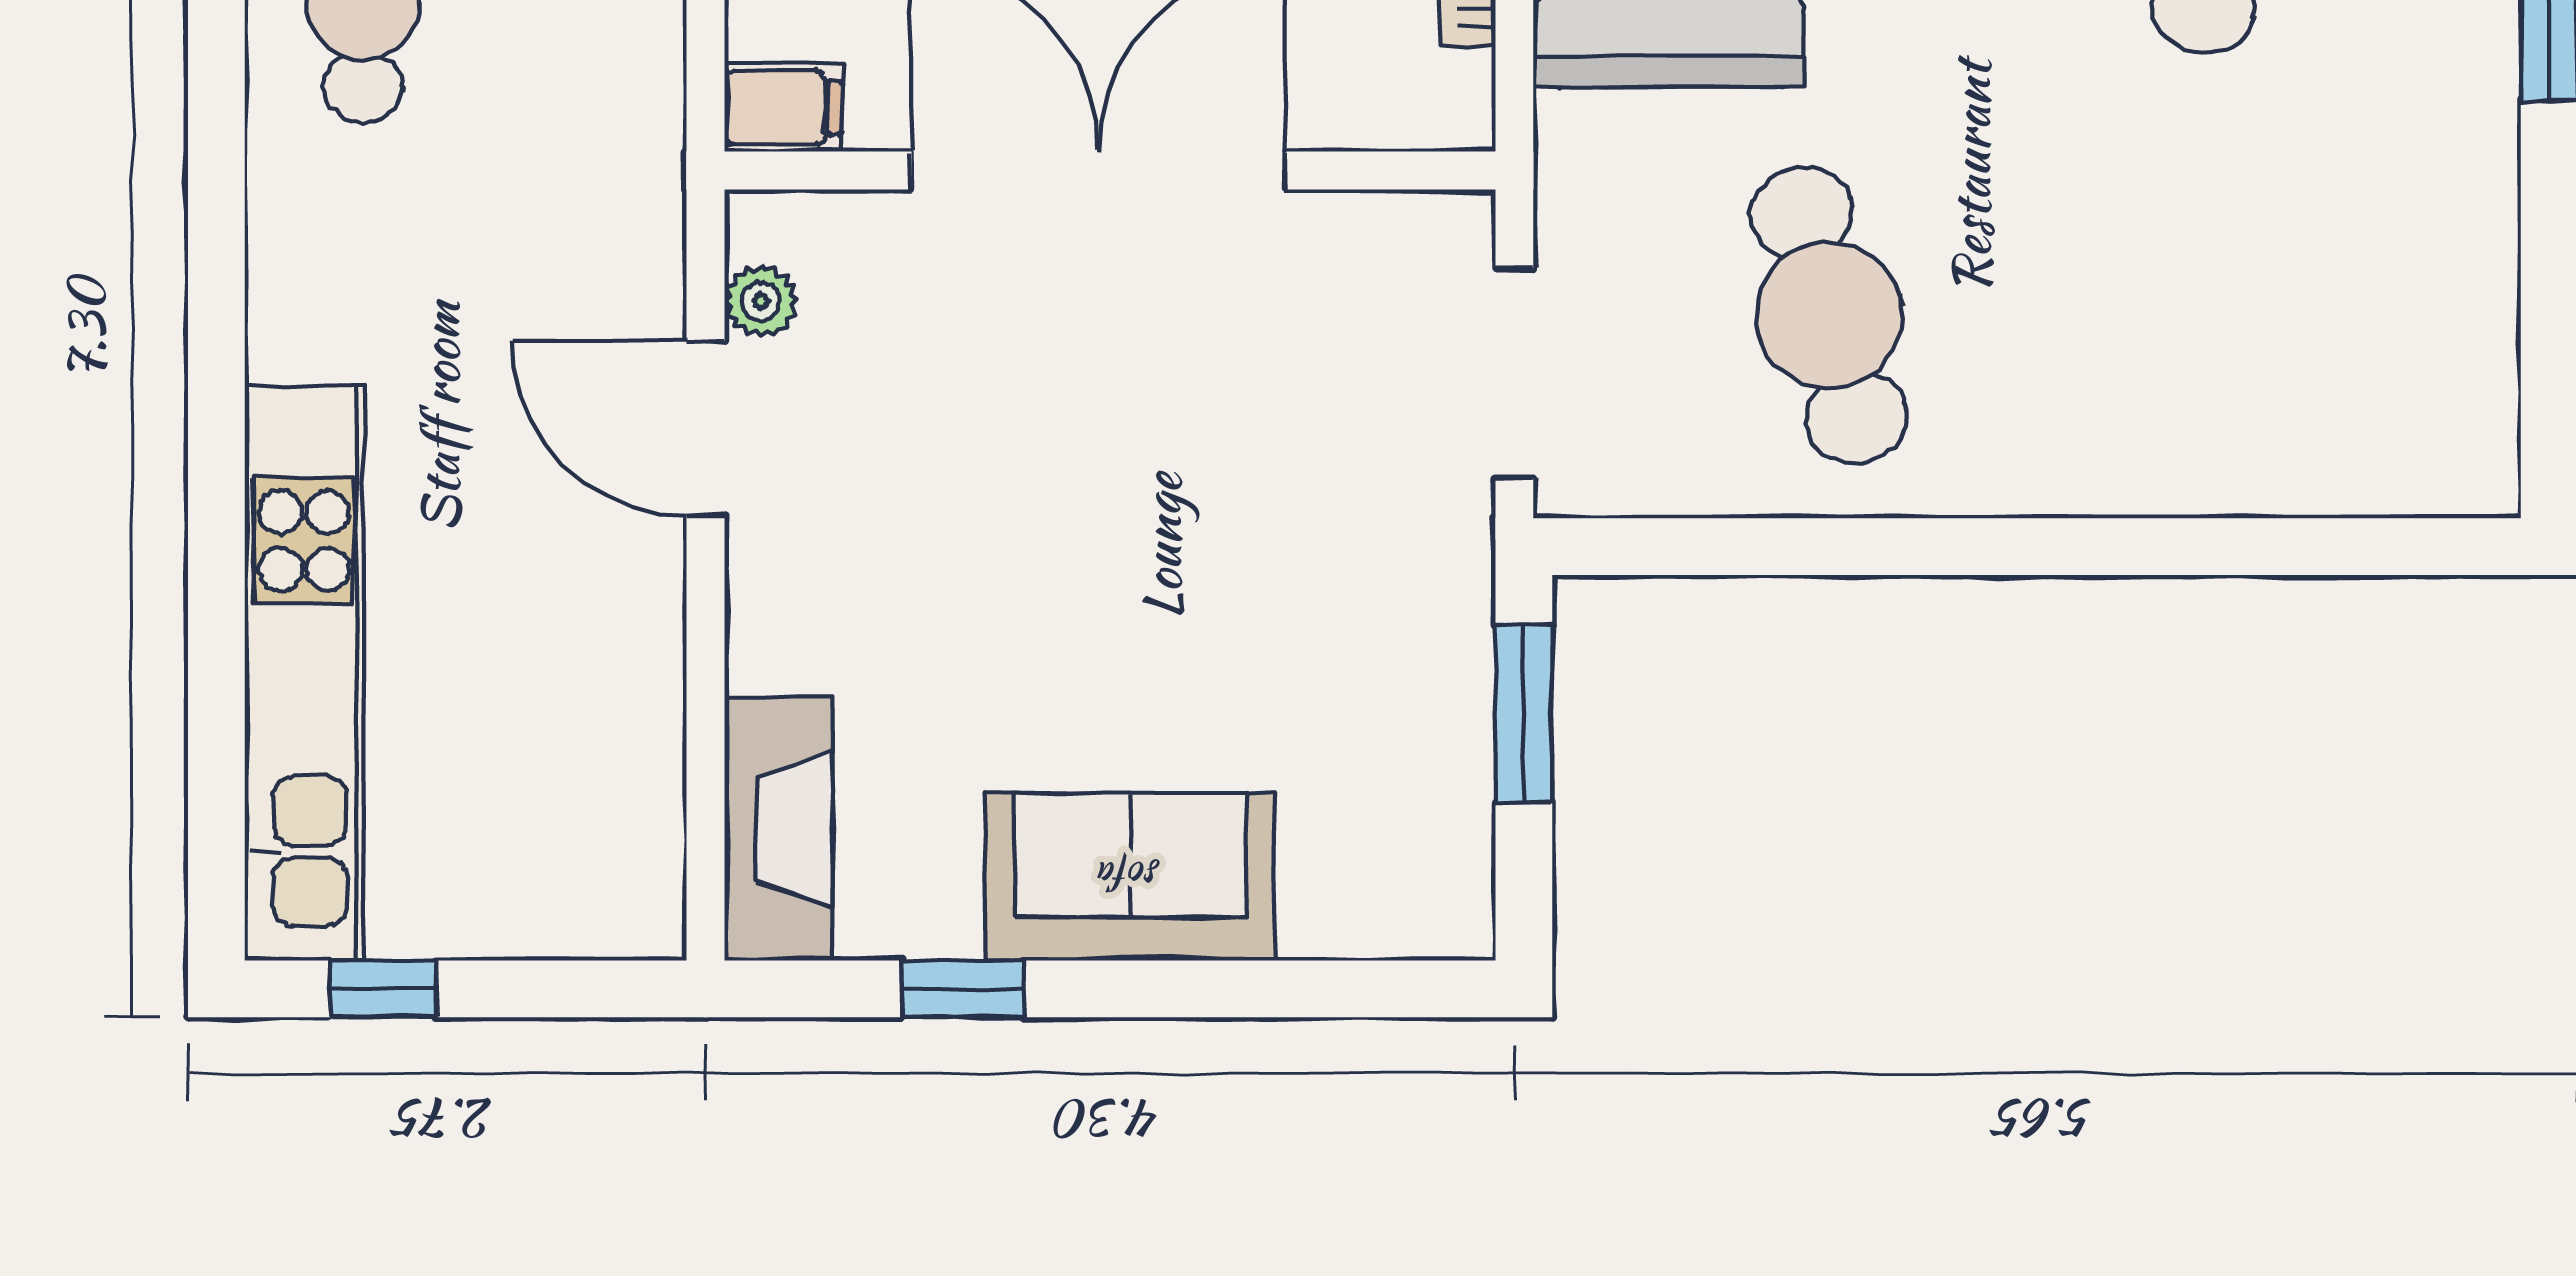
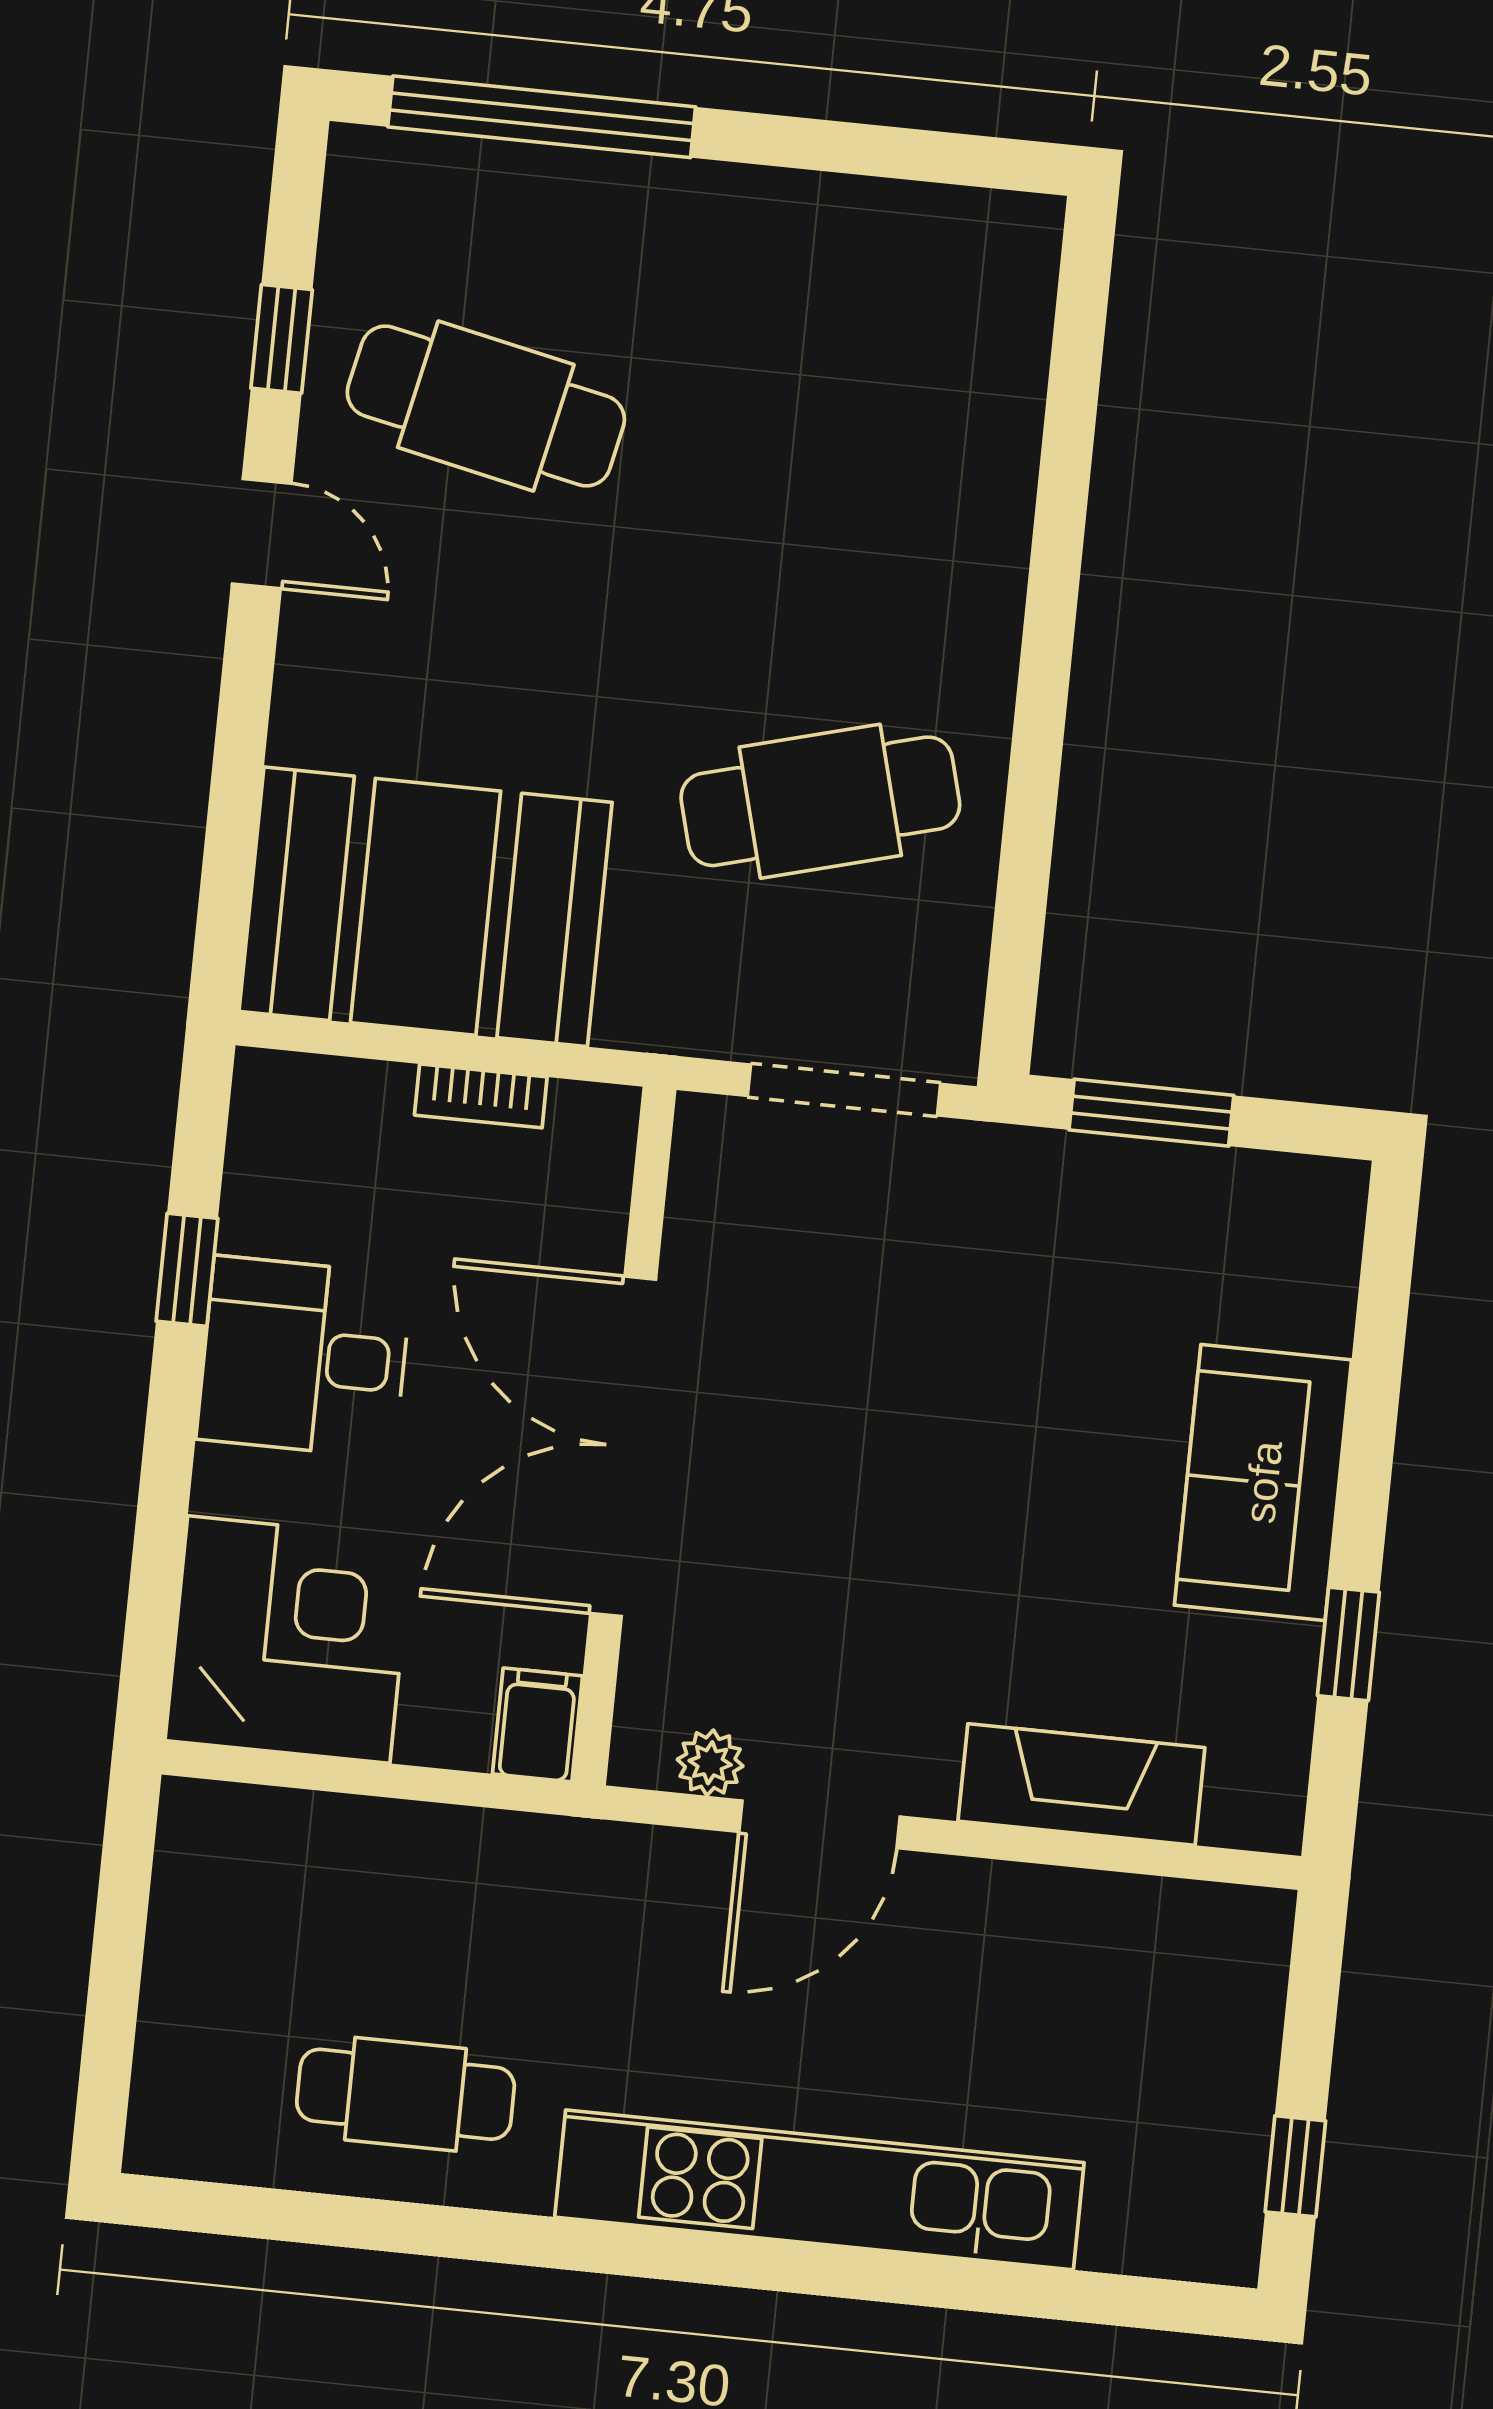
kitchen unit: (304, 673) -> (819, 2190), moved
fireplace: (778, 829) -> (1081, 1784), moved

